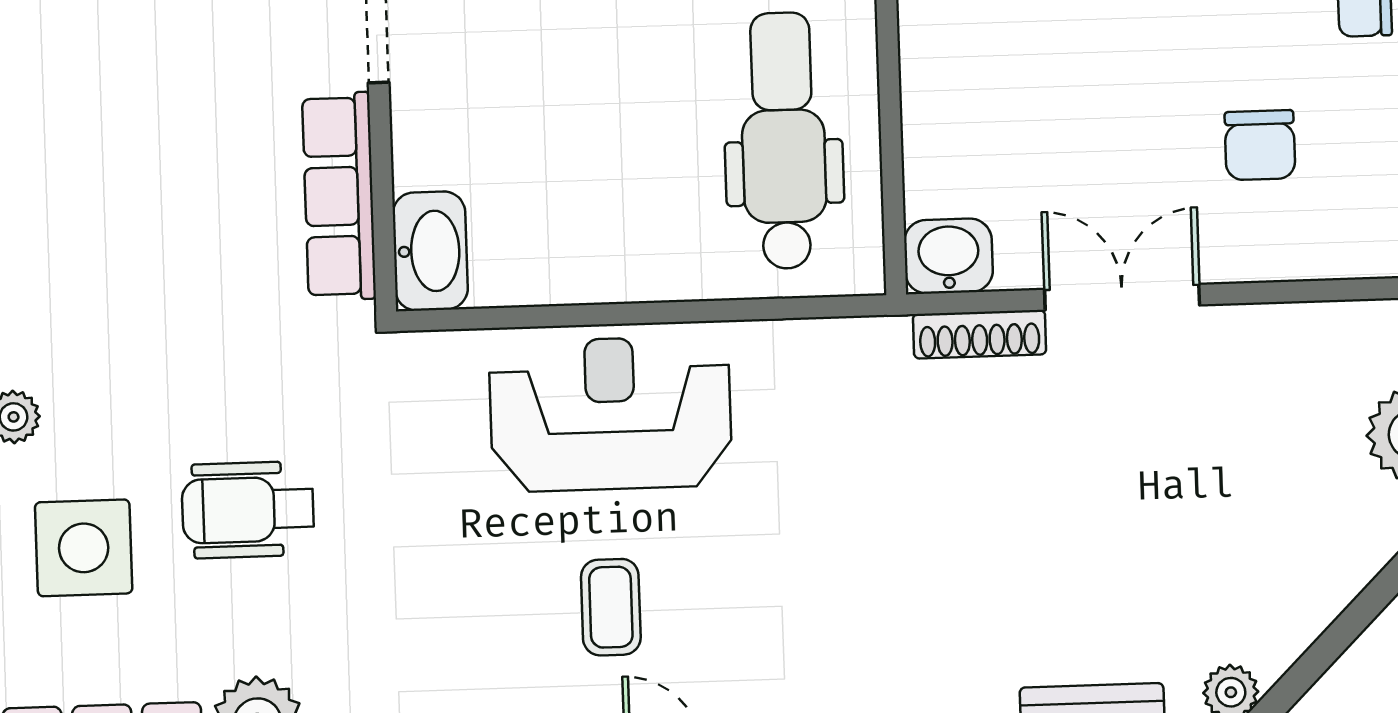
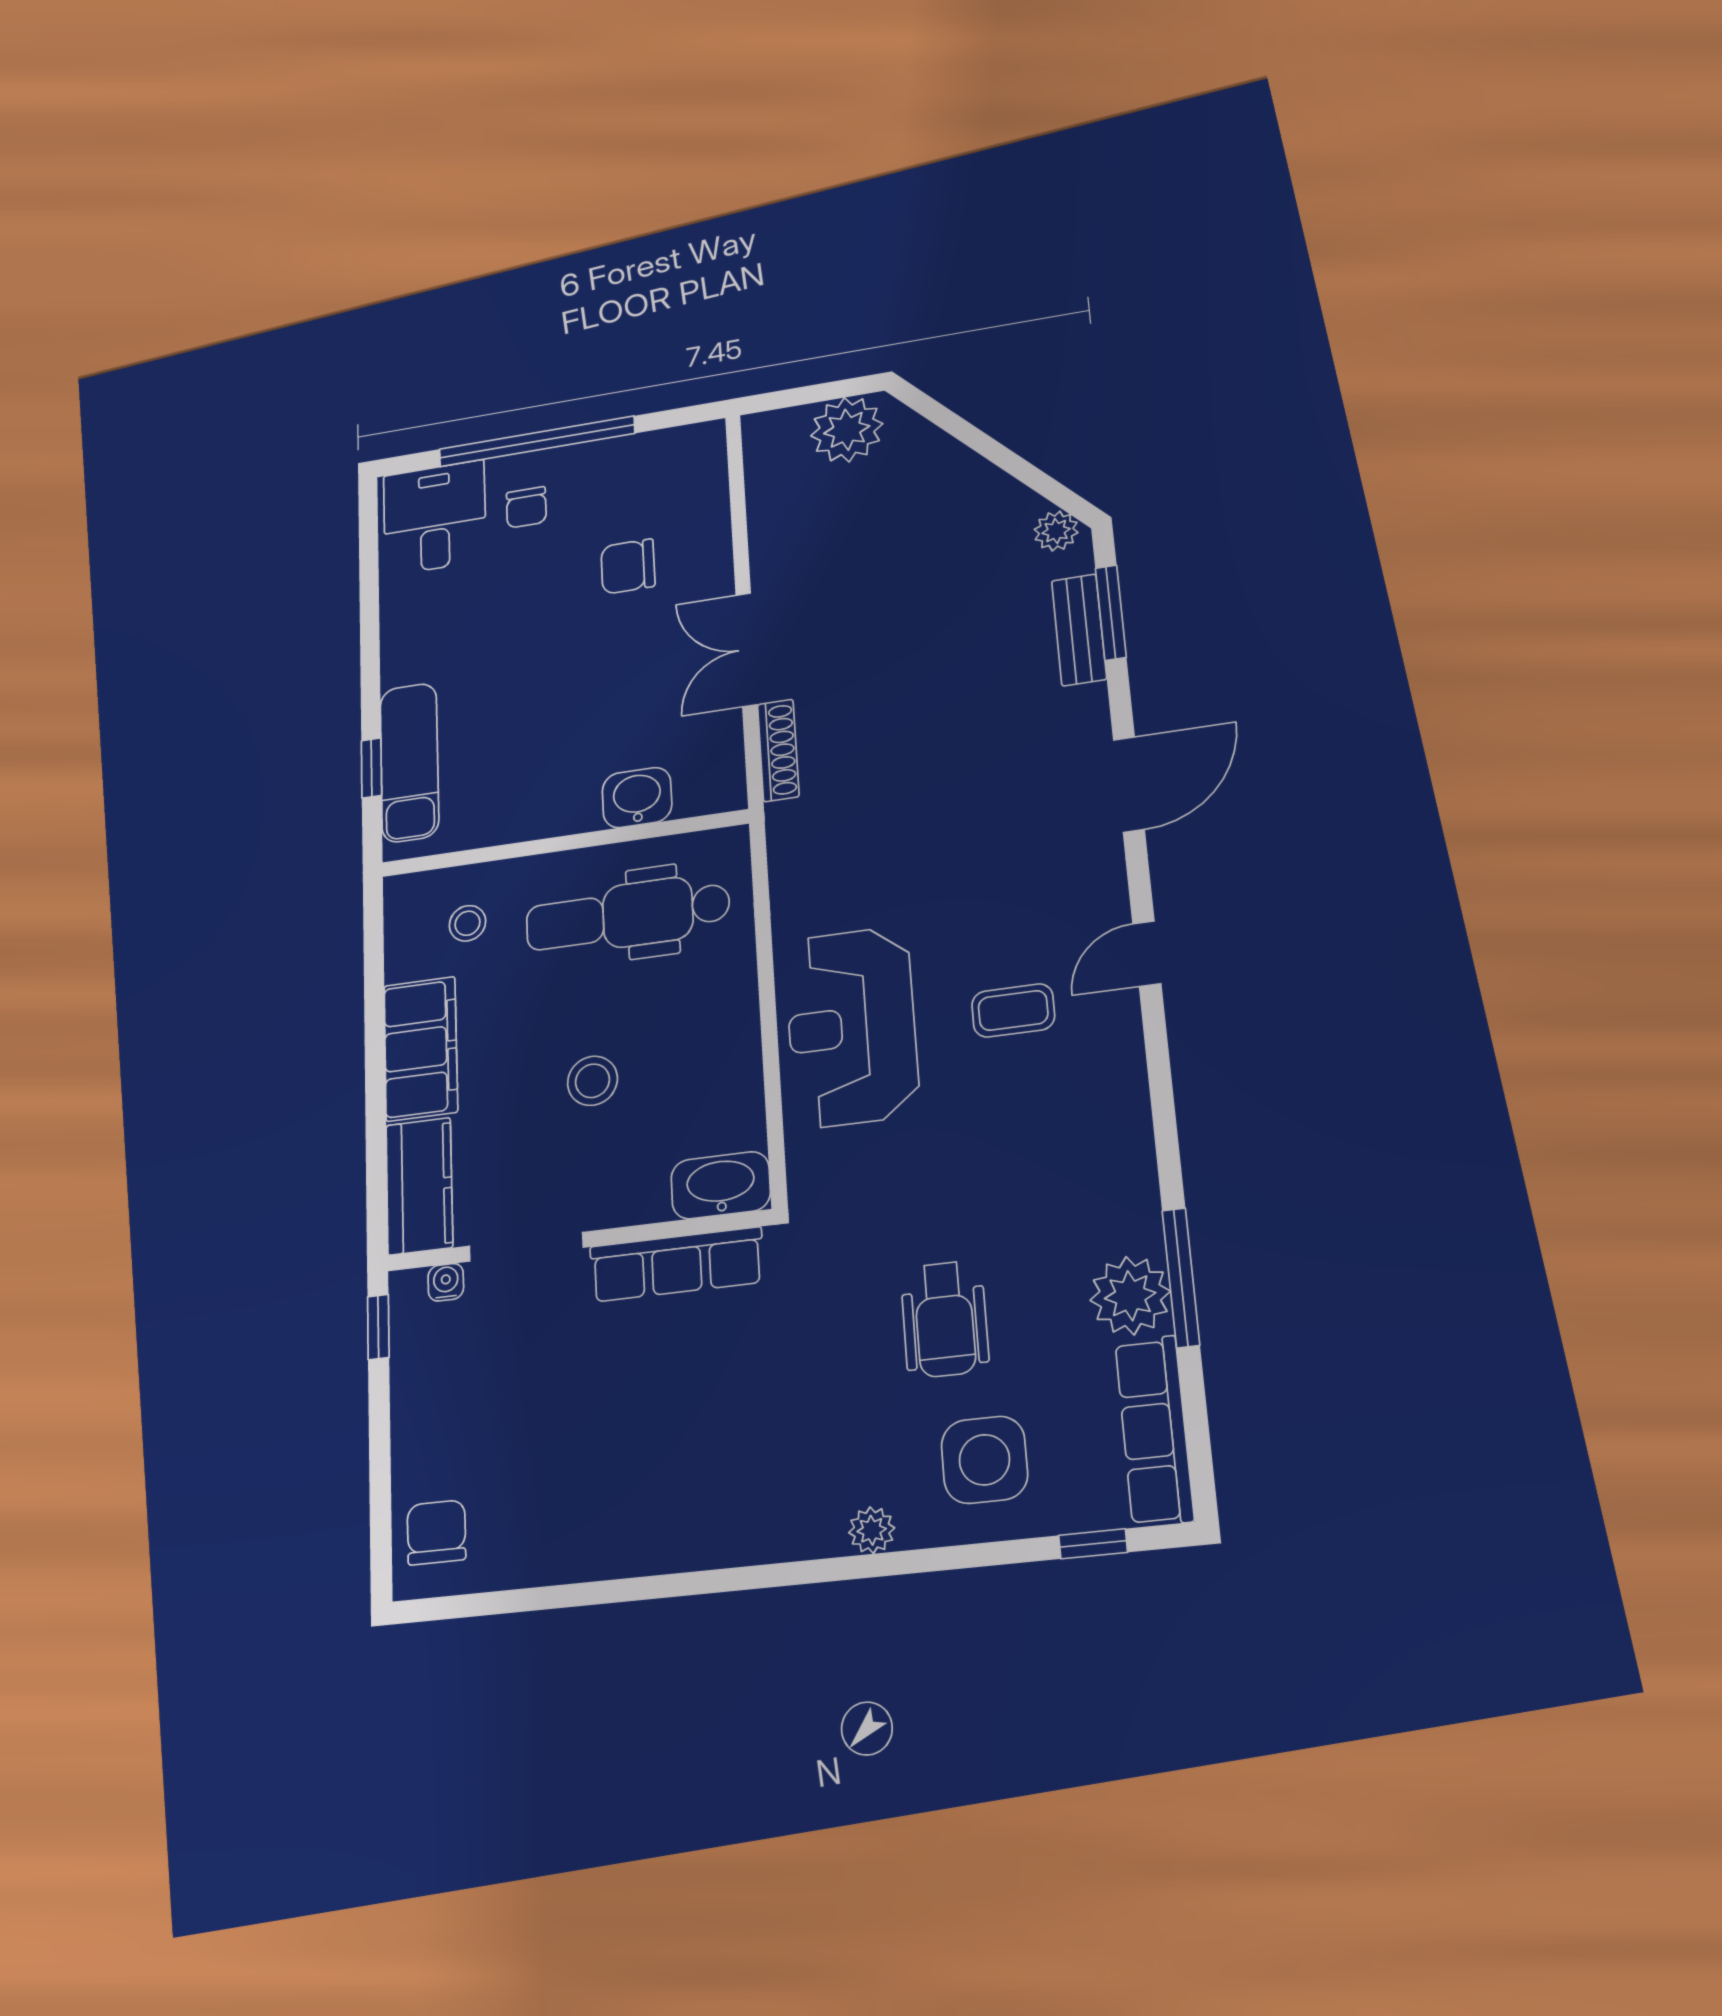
stool: (575, 95) -> (592, 1081), added
chair: (1260, 145) -> (628, 566), turned 180
washbasin: (948, 256) -> (637, 798), moved, turned 90

